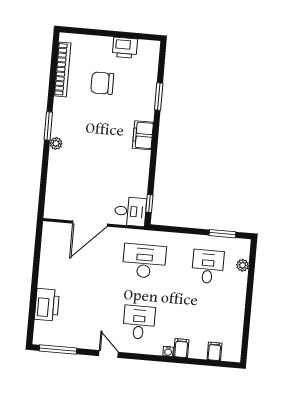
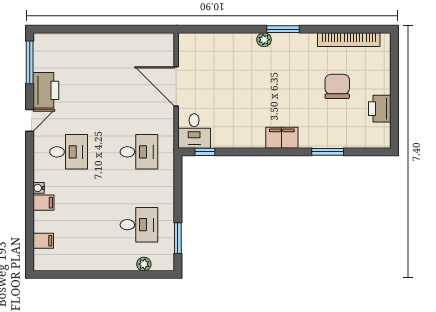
desk: (144, 261) -> (139, 152), width x0.73
printer: (47, 305) -> (46, 90), moved, turned -90

